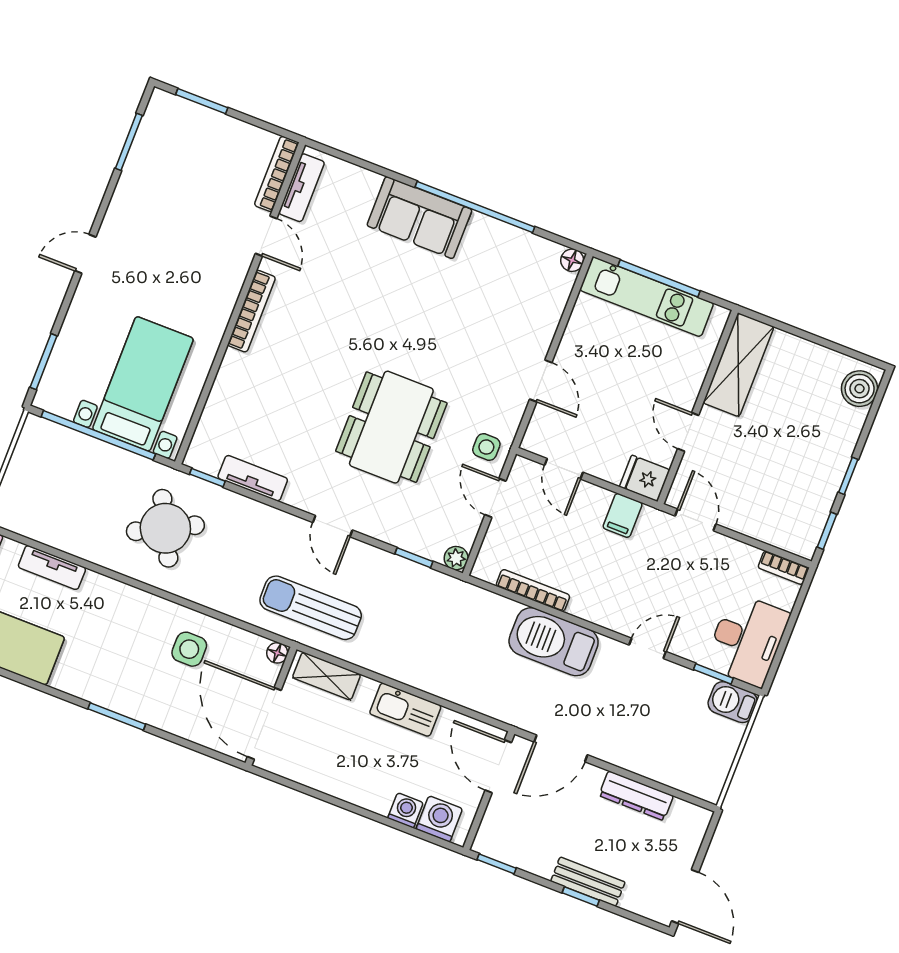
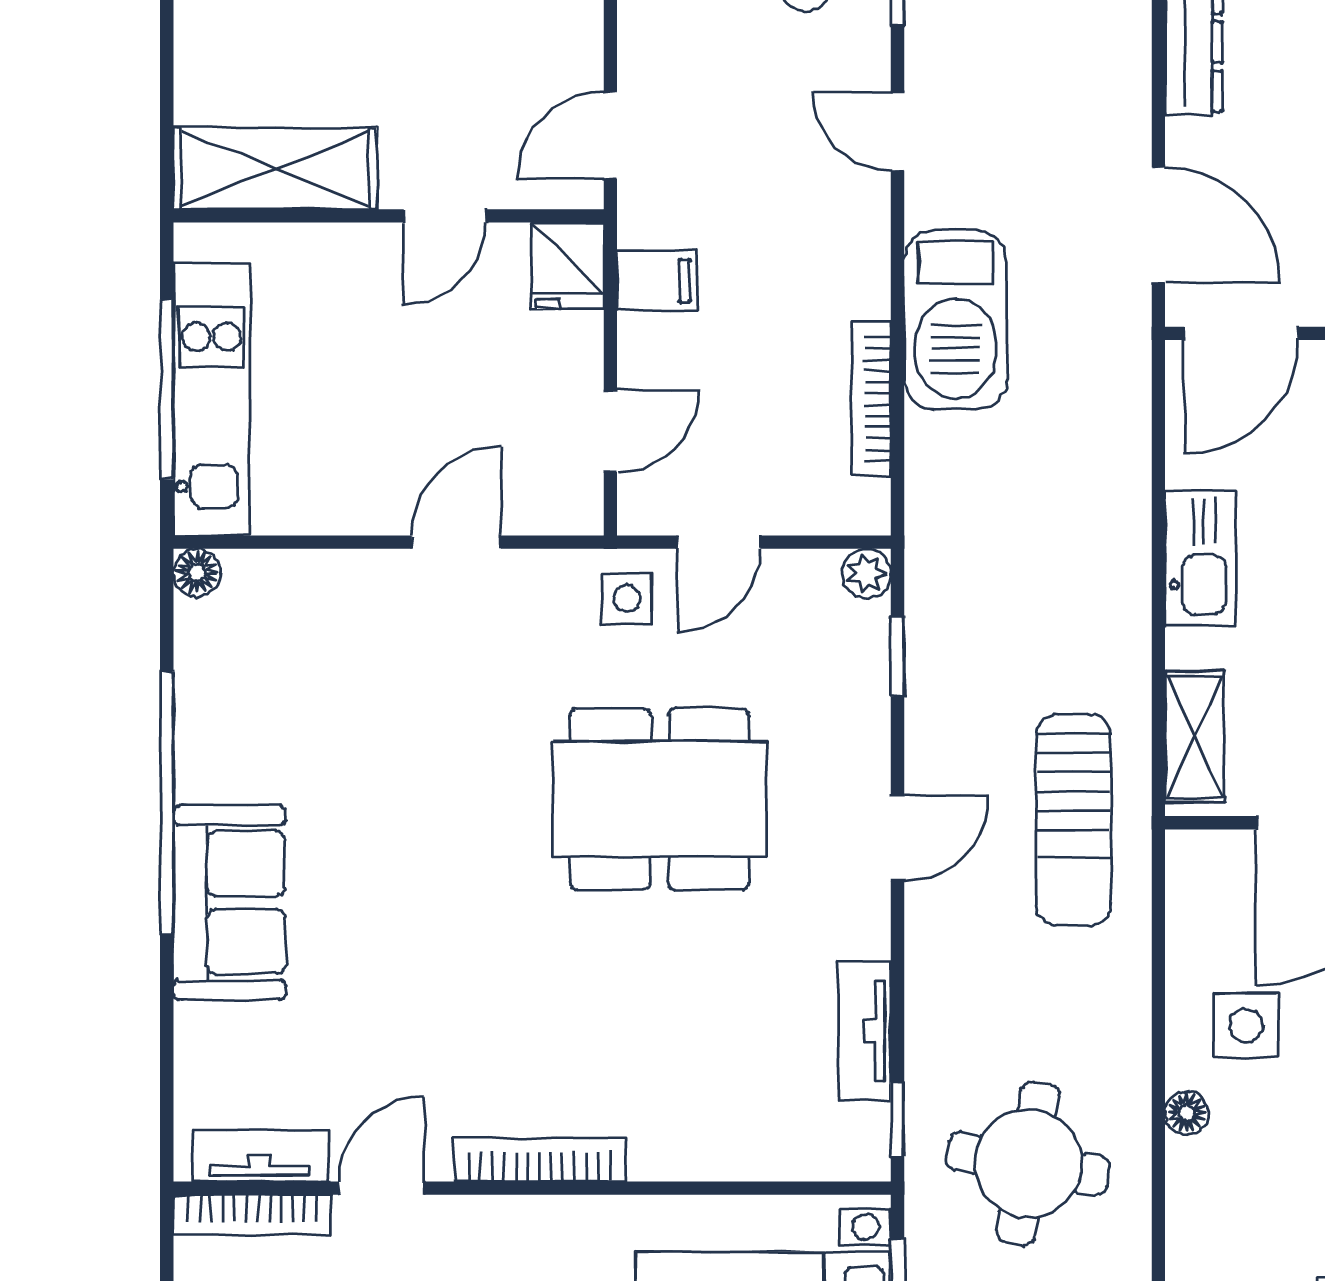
round table: (165, 528) -> (1028, 1163), turned 37
floor lamp: (277, 653) -> (1187, 1113), moved

